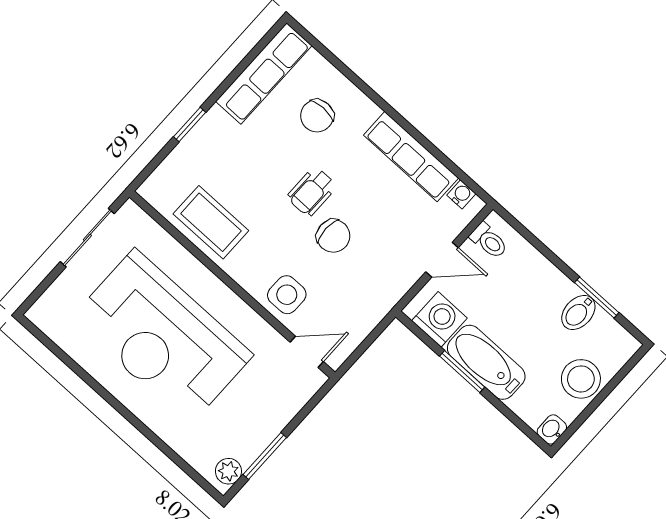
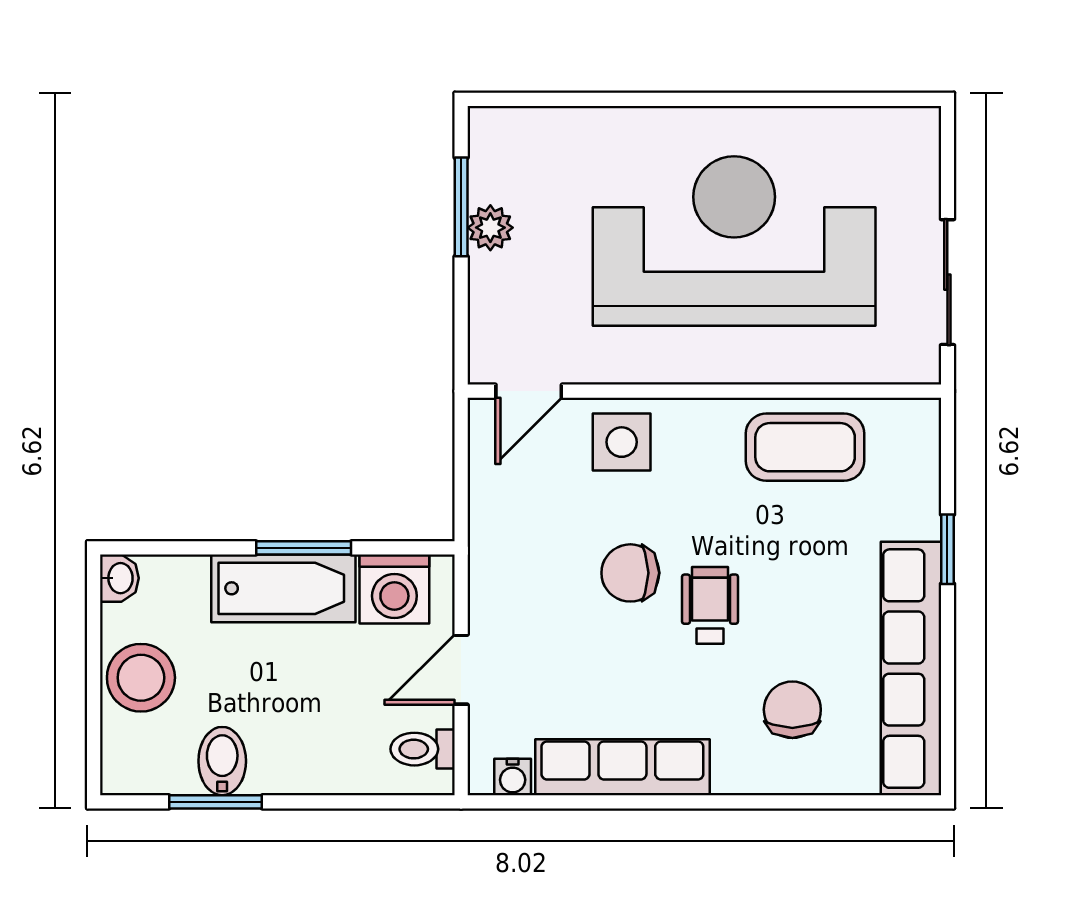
row of seats: (264, 73) -> (911, 669), width x1.36
plant: (228, 471) -> (490, 228), moved

